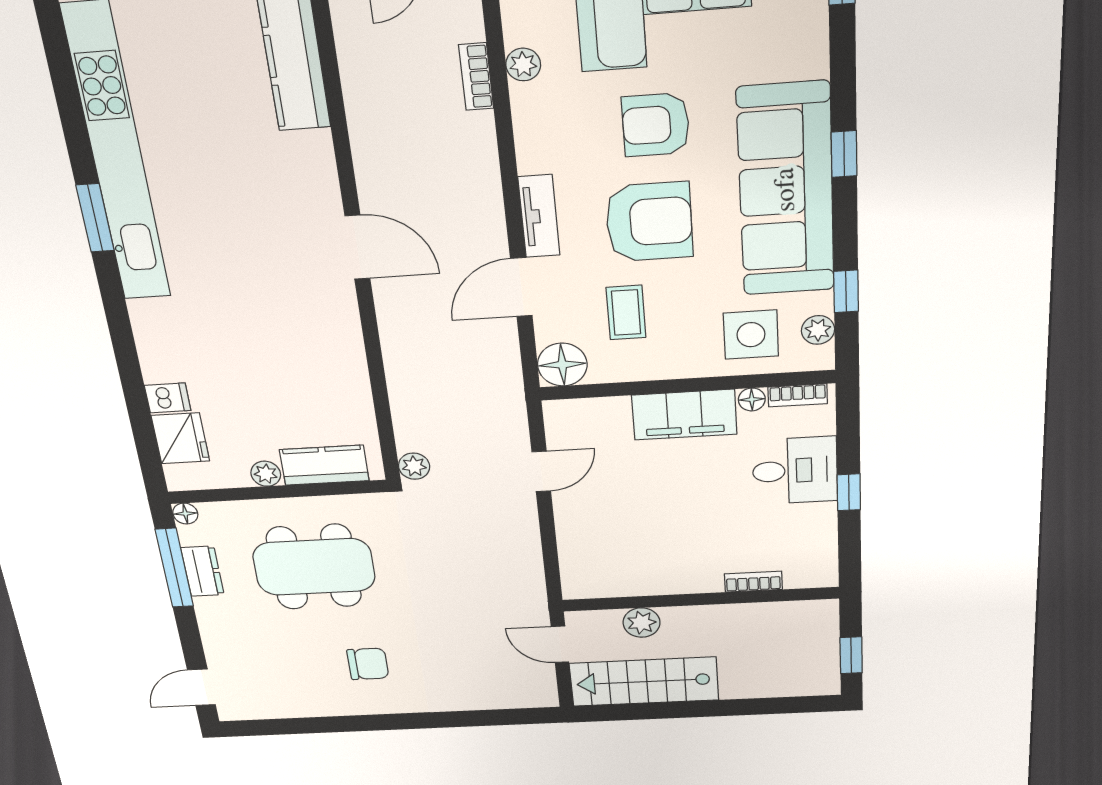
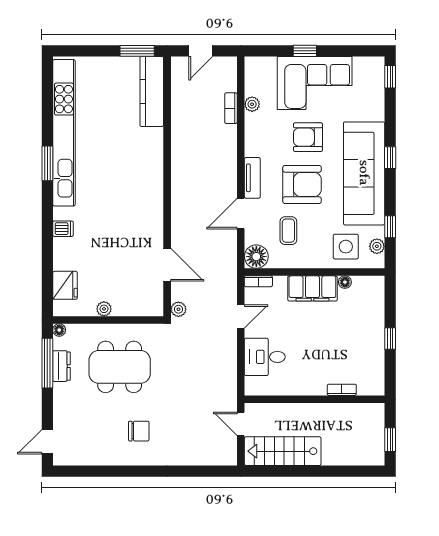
door: (357, 247) -> (167, 265), moved
bookcase: (798, 395) -> (258, 281), moved
dishwasher: (168, 398) -> (63, 229), moved
kitchen counter: (324, 465) -> (134, 306), removed
desk: (795, 471) -> (265, 357), moved, turned 180
plant: (642, 623) -> (284, 412), removed

